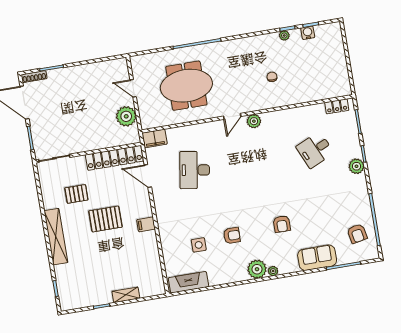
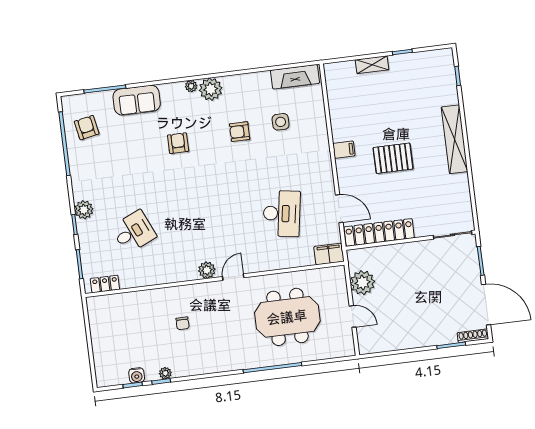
pallet: (76, 194) -> (427, 190), removed

